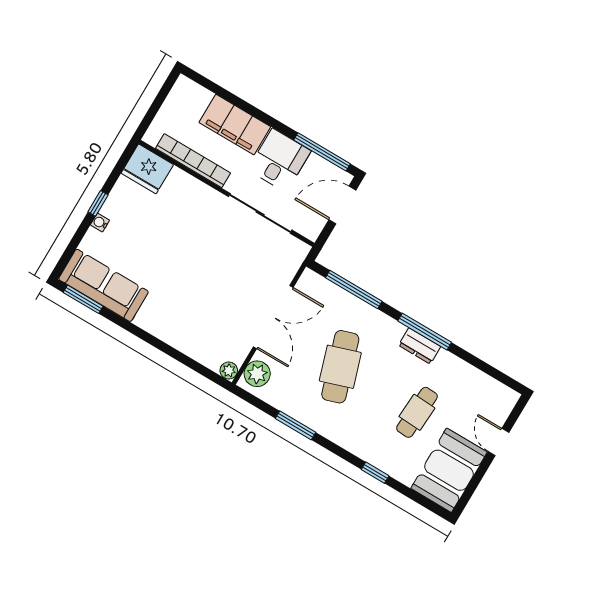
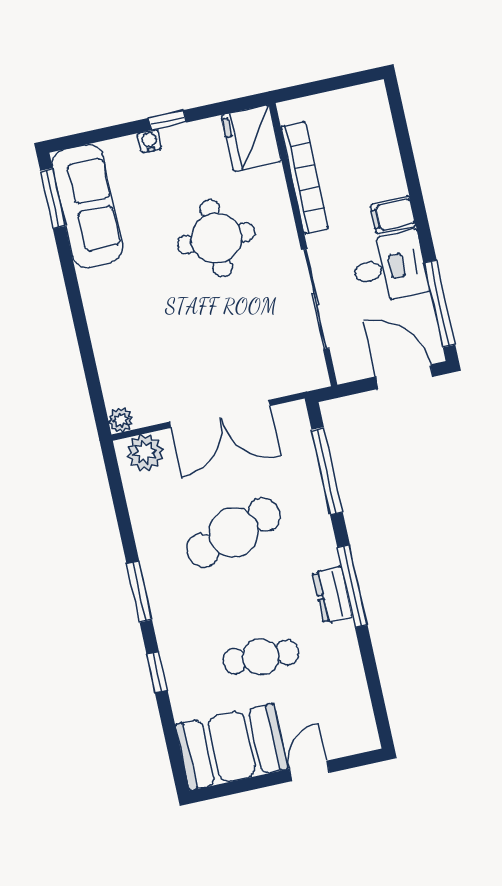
filing cabinet: (235, 125) -> (393, 215), width x0.33, depth x0.86
round table: (182, 235) -> (216, 238), added
window: (295, 425) -> (139, 592), moved

